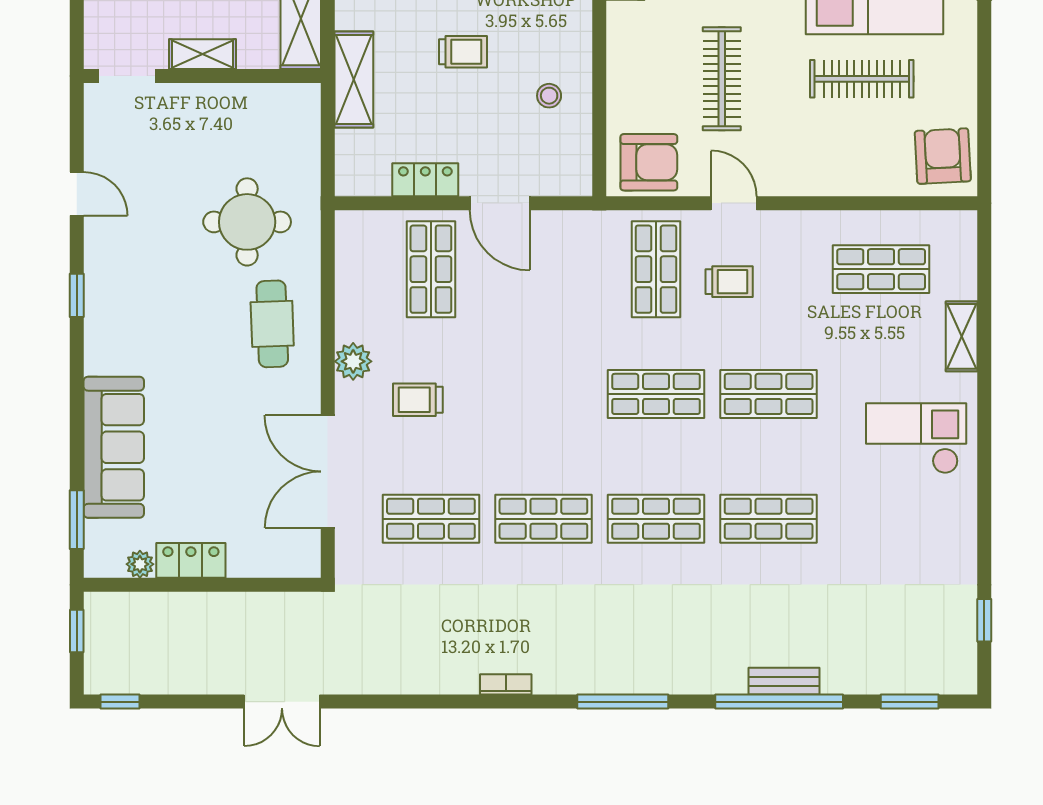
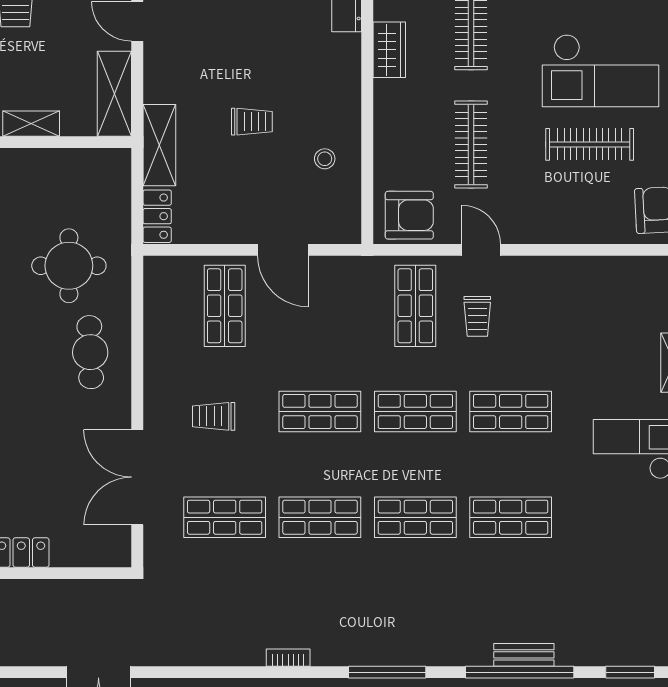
locker: (425, 180) -> (157, 216), moved, turned 90
shop shelf: (881, 269) -> (320, 411), moved
trolley: (729, 282) -> (477, 316), turned 90
plant: (353, 361) -> (159, 384), removed

